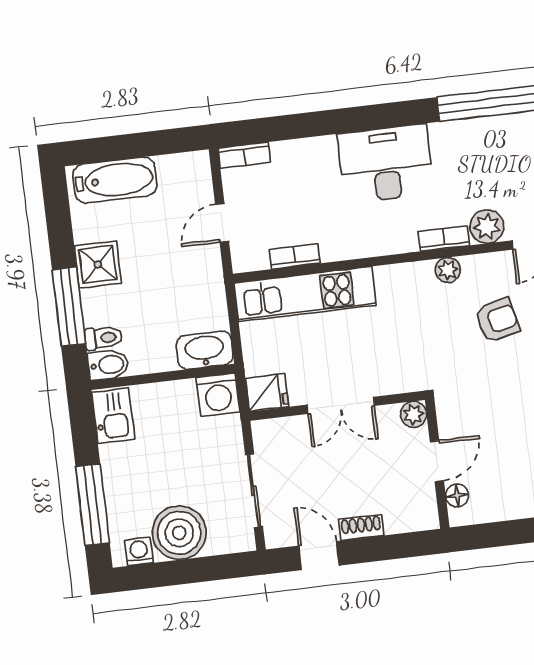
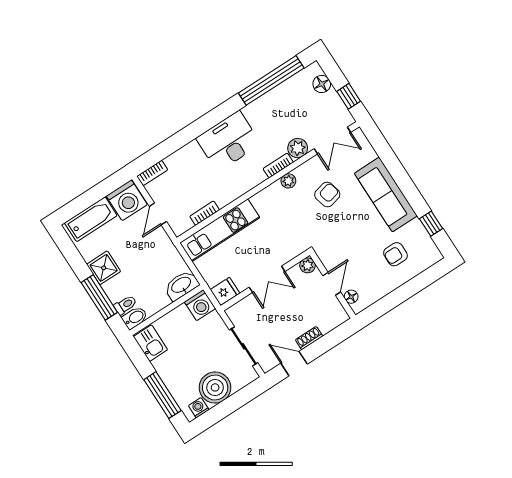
washing machine: (185, 178) -> (127, 200), added

